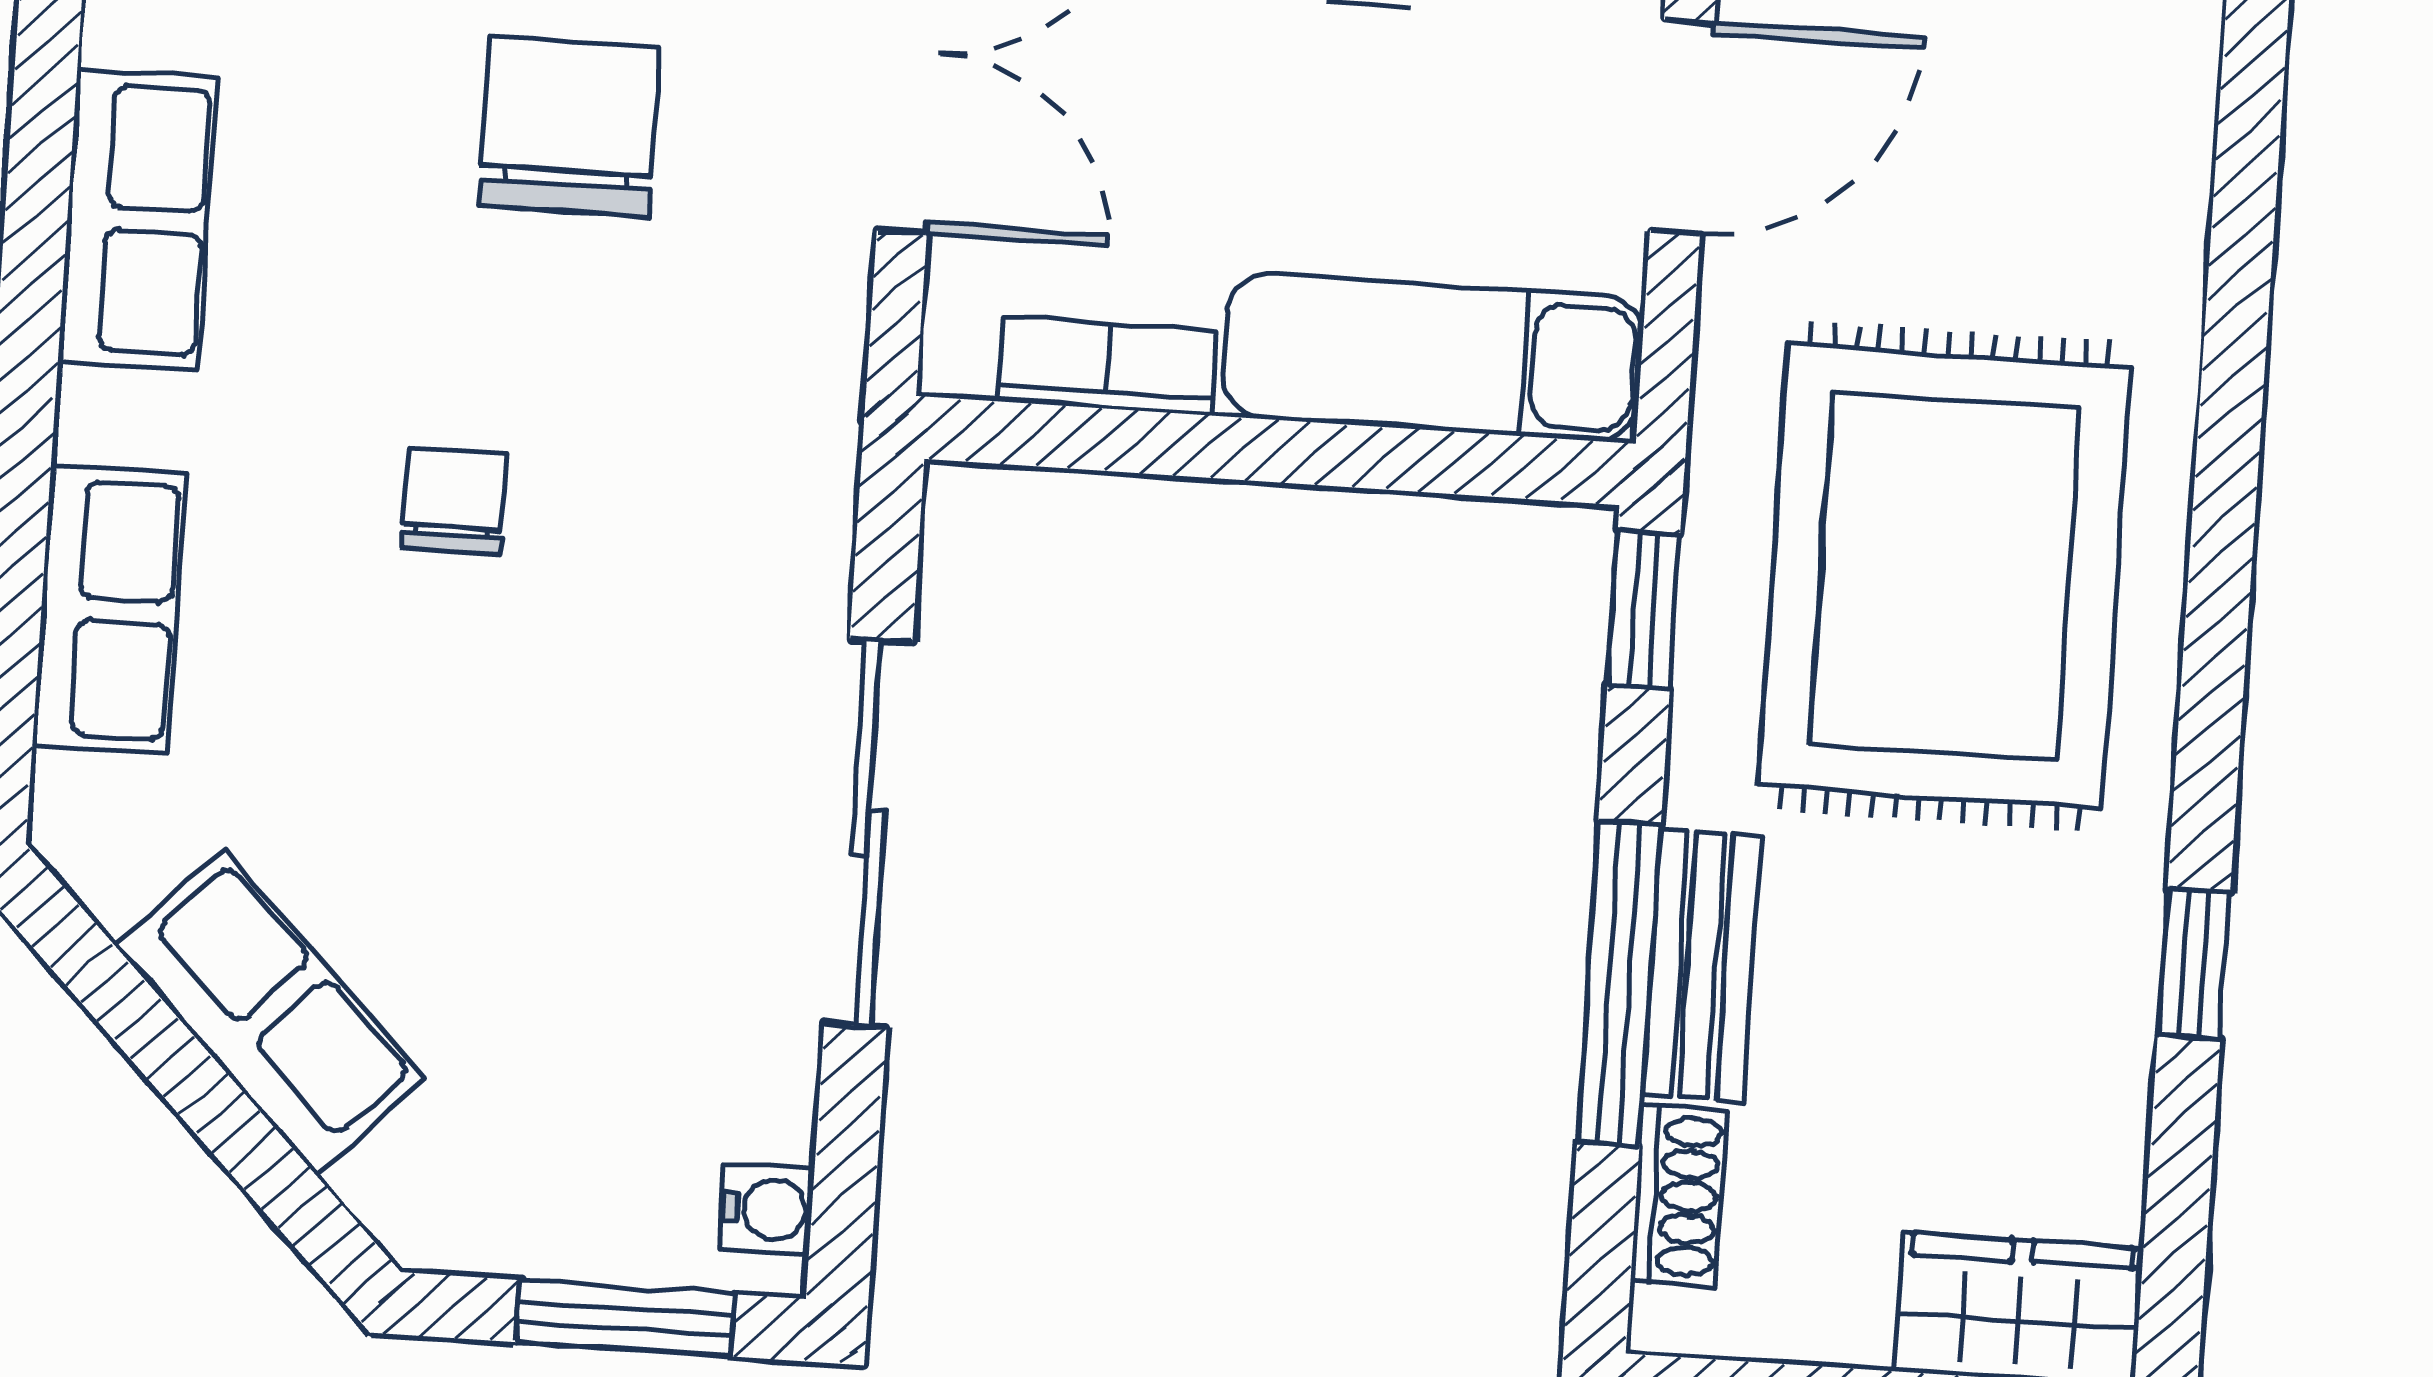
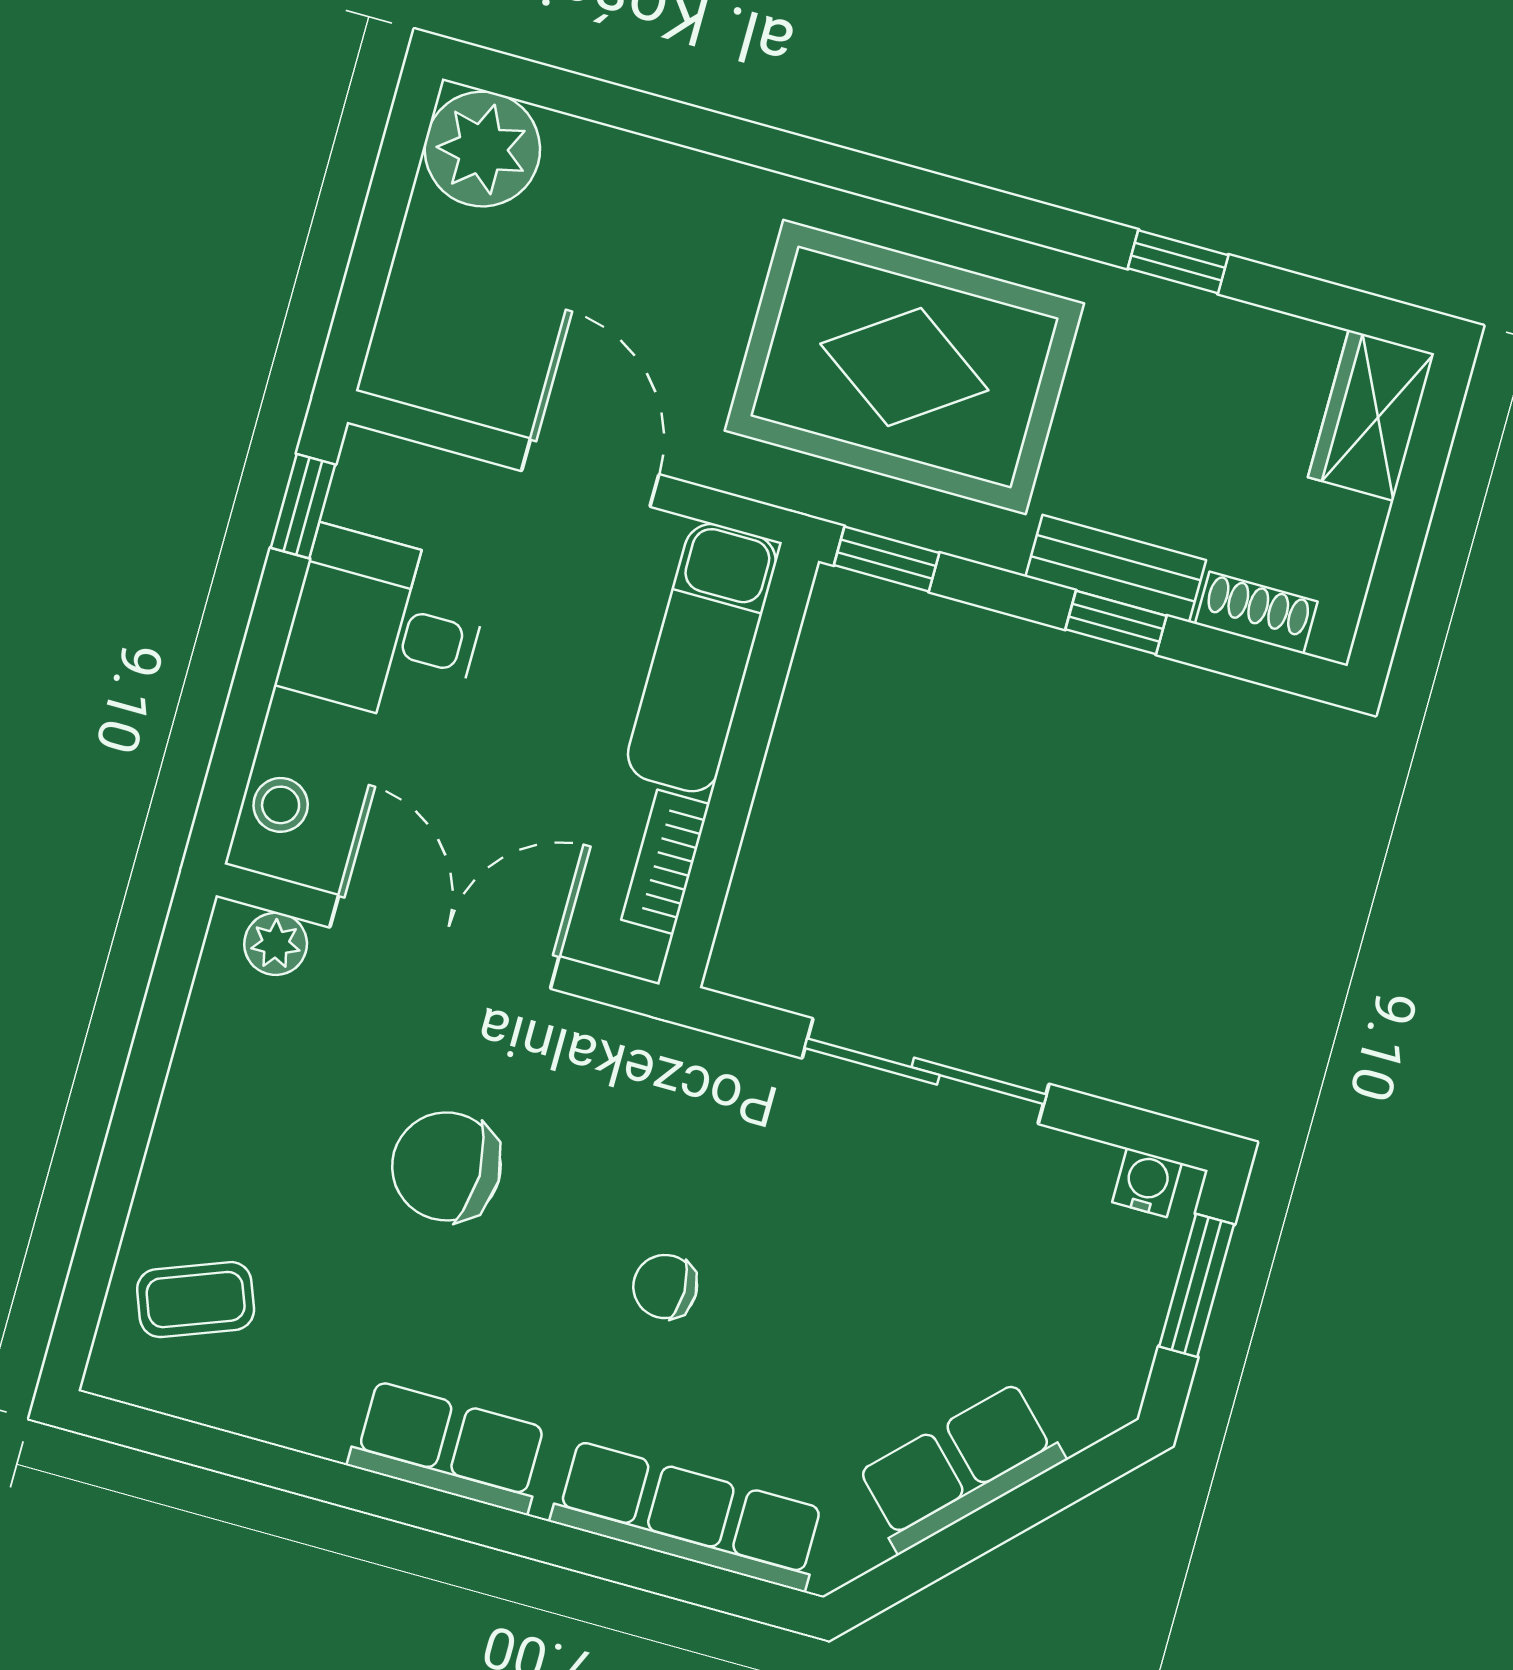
row of seats: (109, 610) -> (688, 1516), width x1.48
window: (1619, 983) -> (1116, 623), width x0.46

